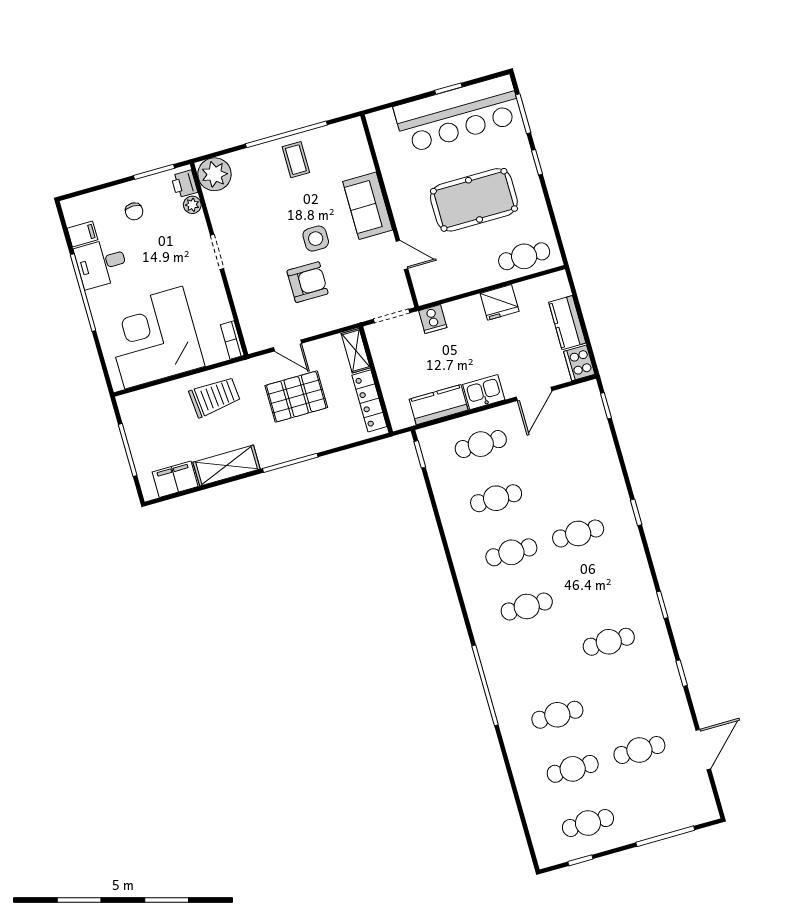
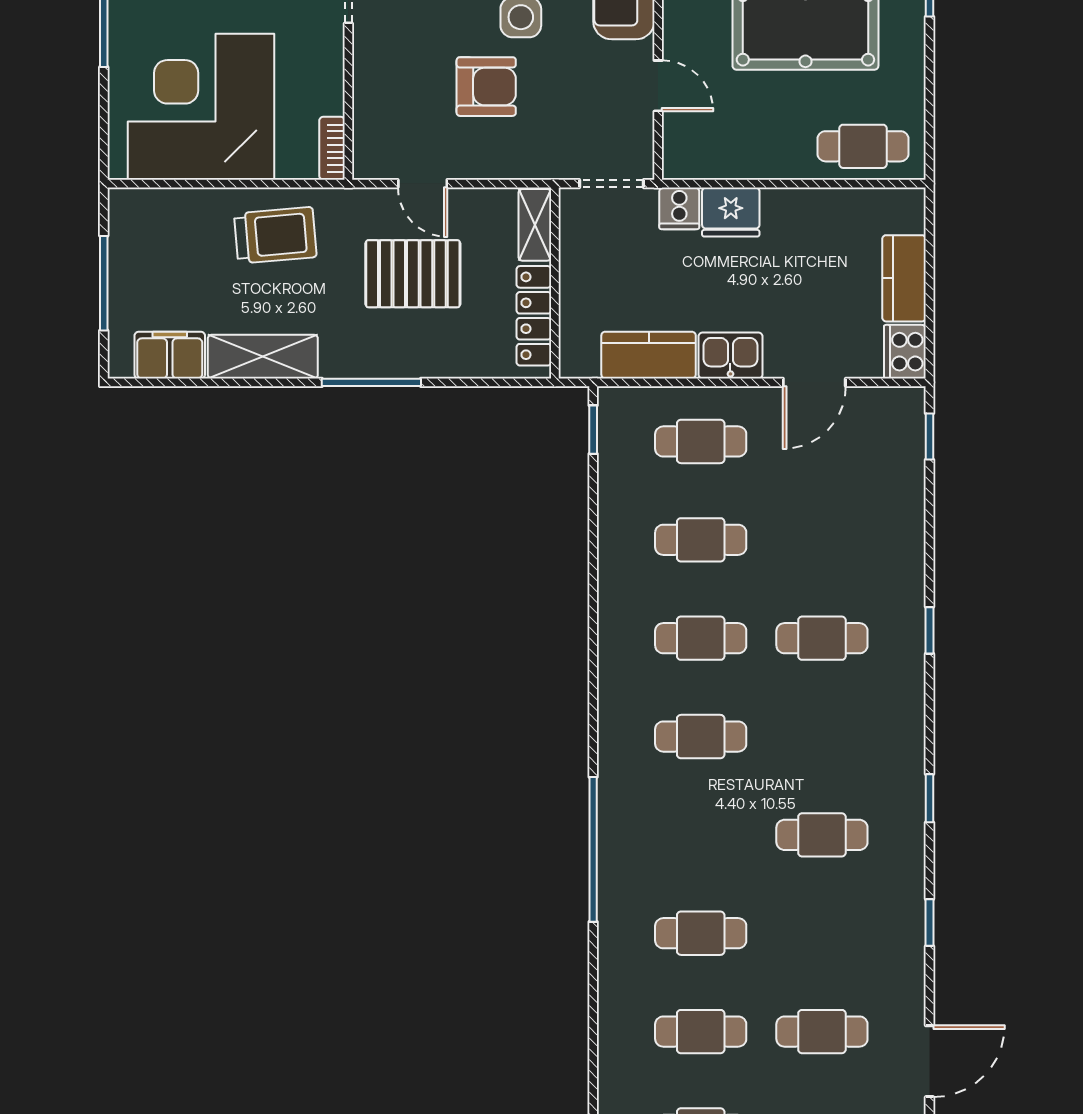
fridge: (500, 302) -> (731, 212), moved

